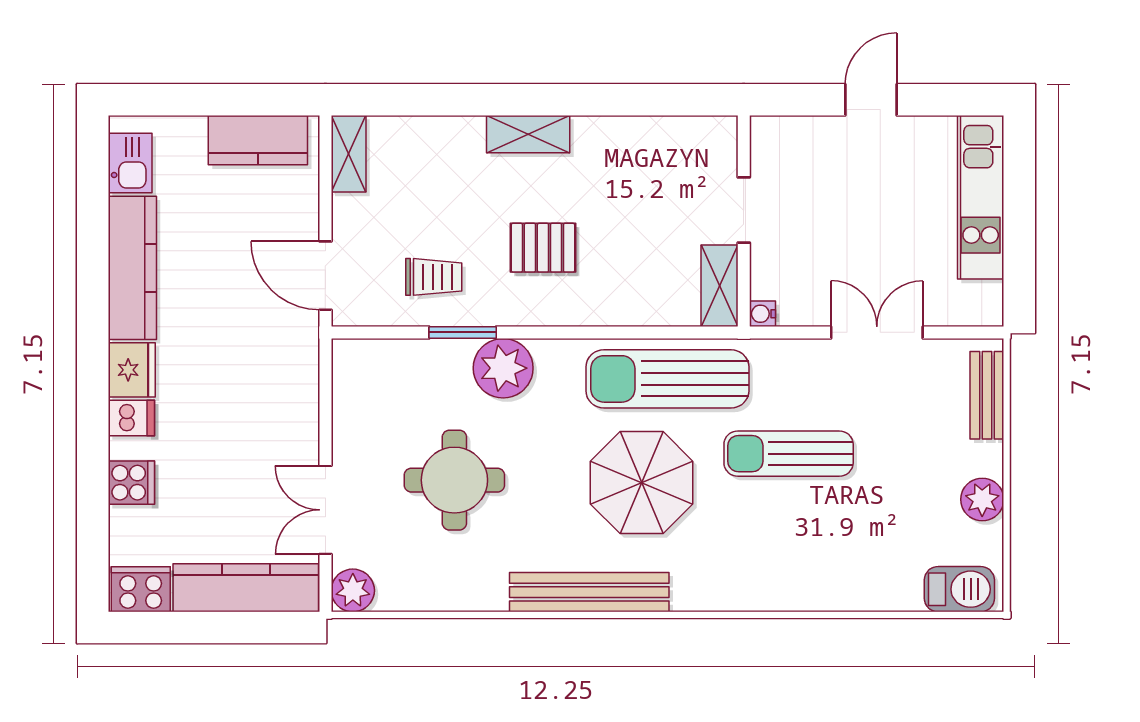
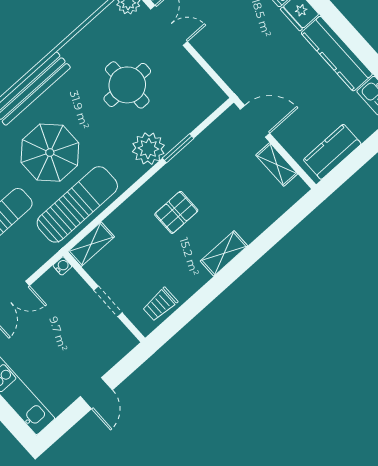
shelving: (349, 154) -> (277, 164), moved
trolley: (434, 277) -> (160, 304), moved
shelving: (719, 286) -> (91, 244), moved, turned 90

